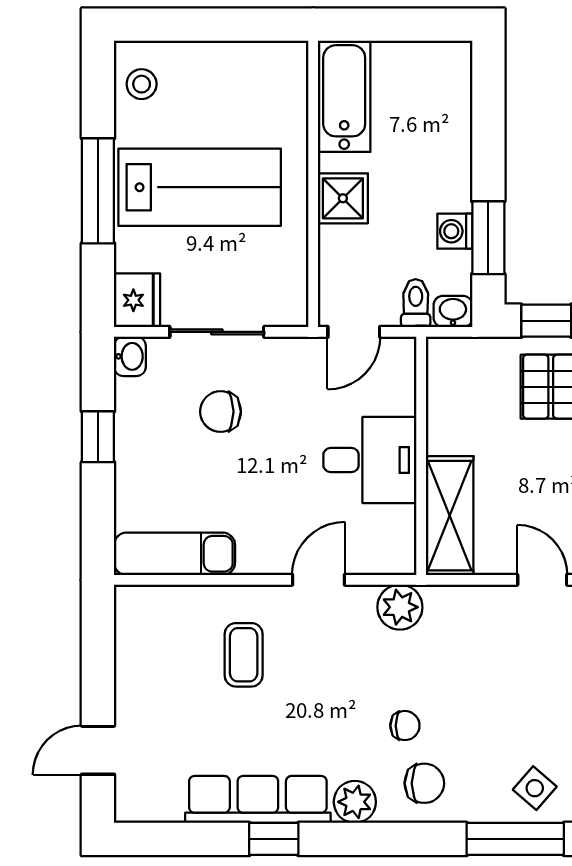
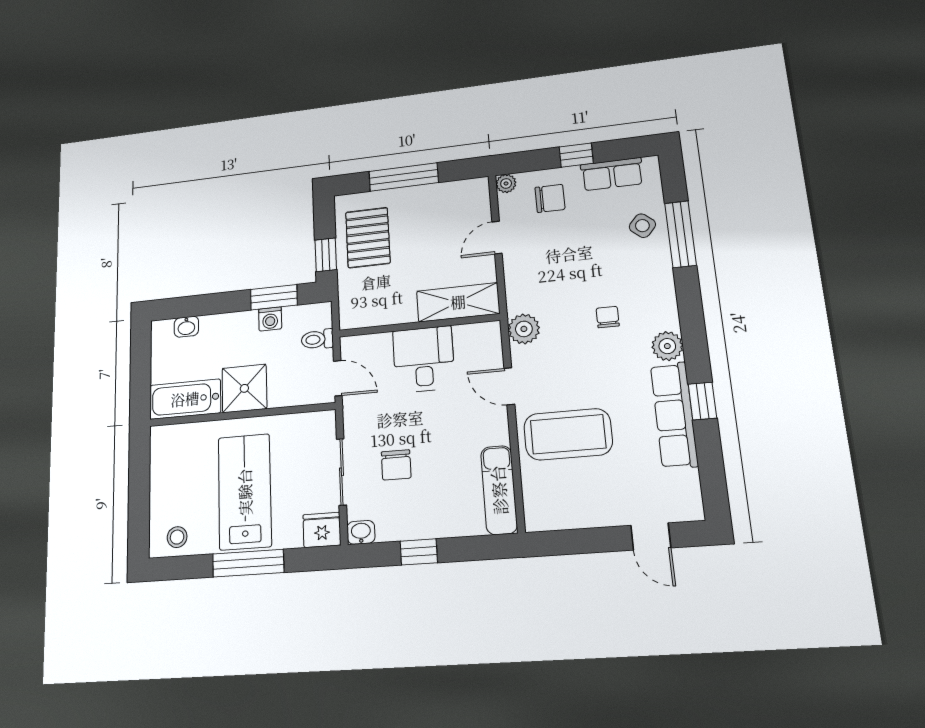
shower: (343, 198) -> (244, 388), width x1.36, depth x1.36
washbasin: (453, 311) -> (186, 327), moved, turned -90
coffee table: (244, 655) -> (568, 434), width x1.86, depth x1.72
chair: (424, 783) -> (648, 300), removed

